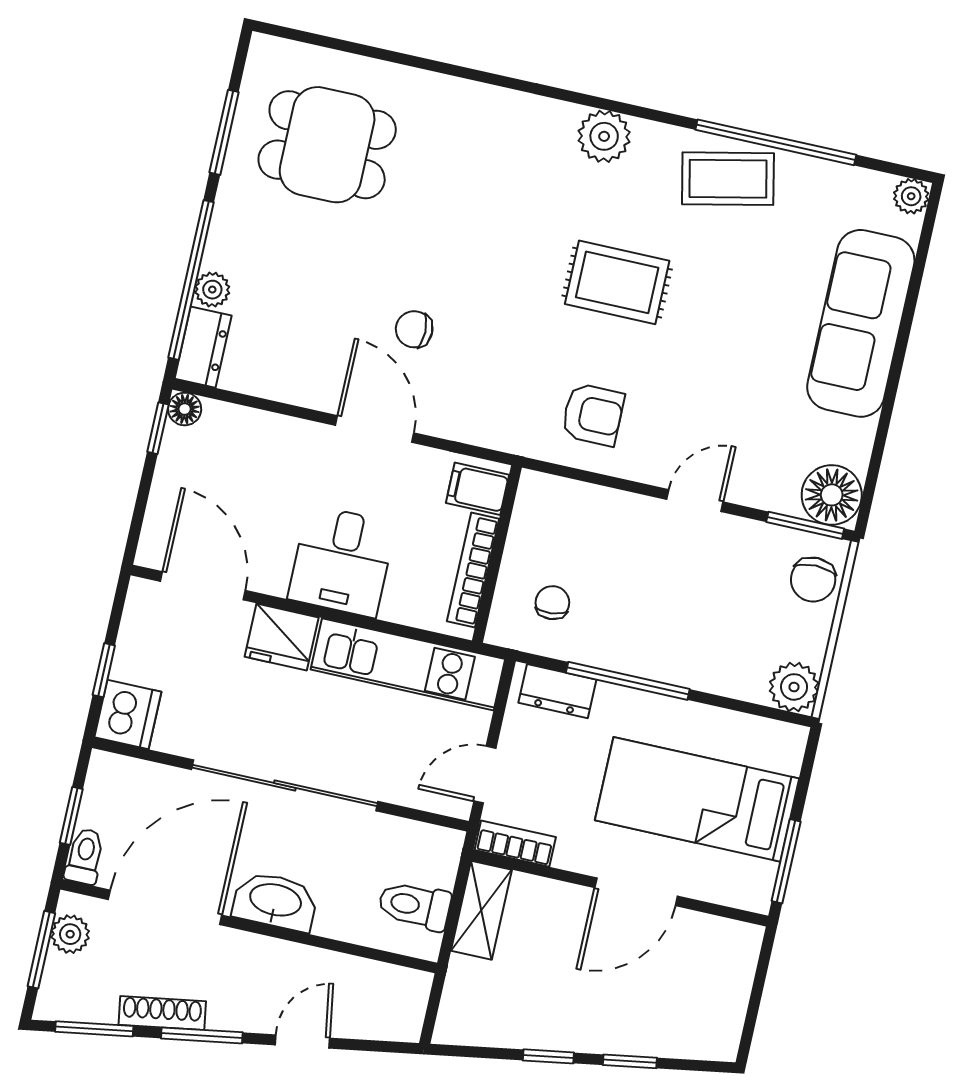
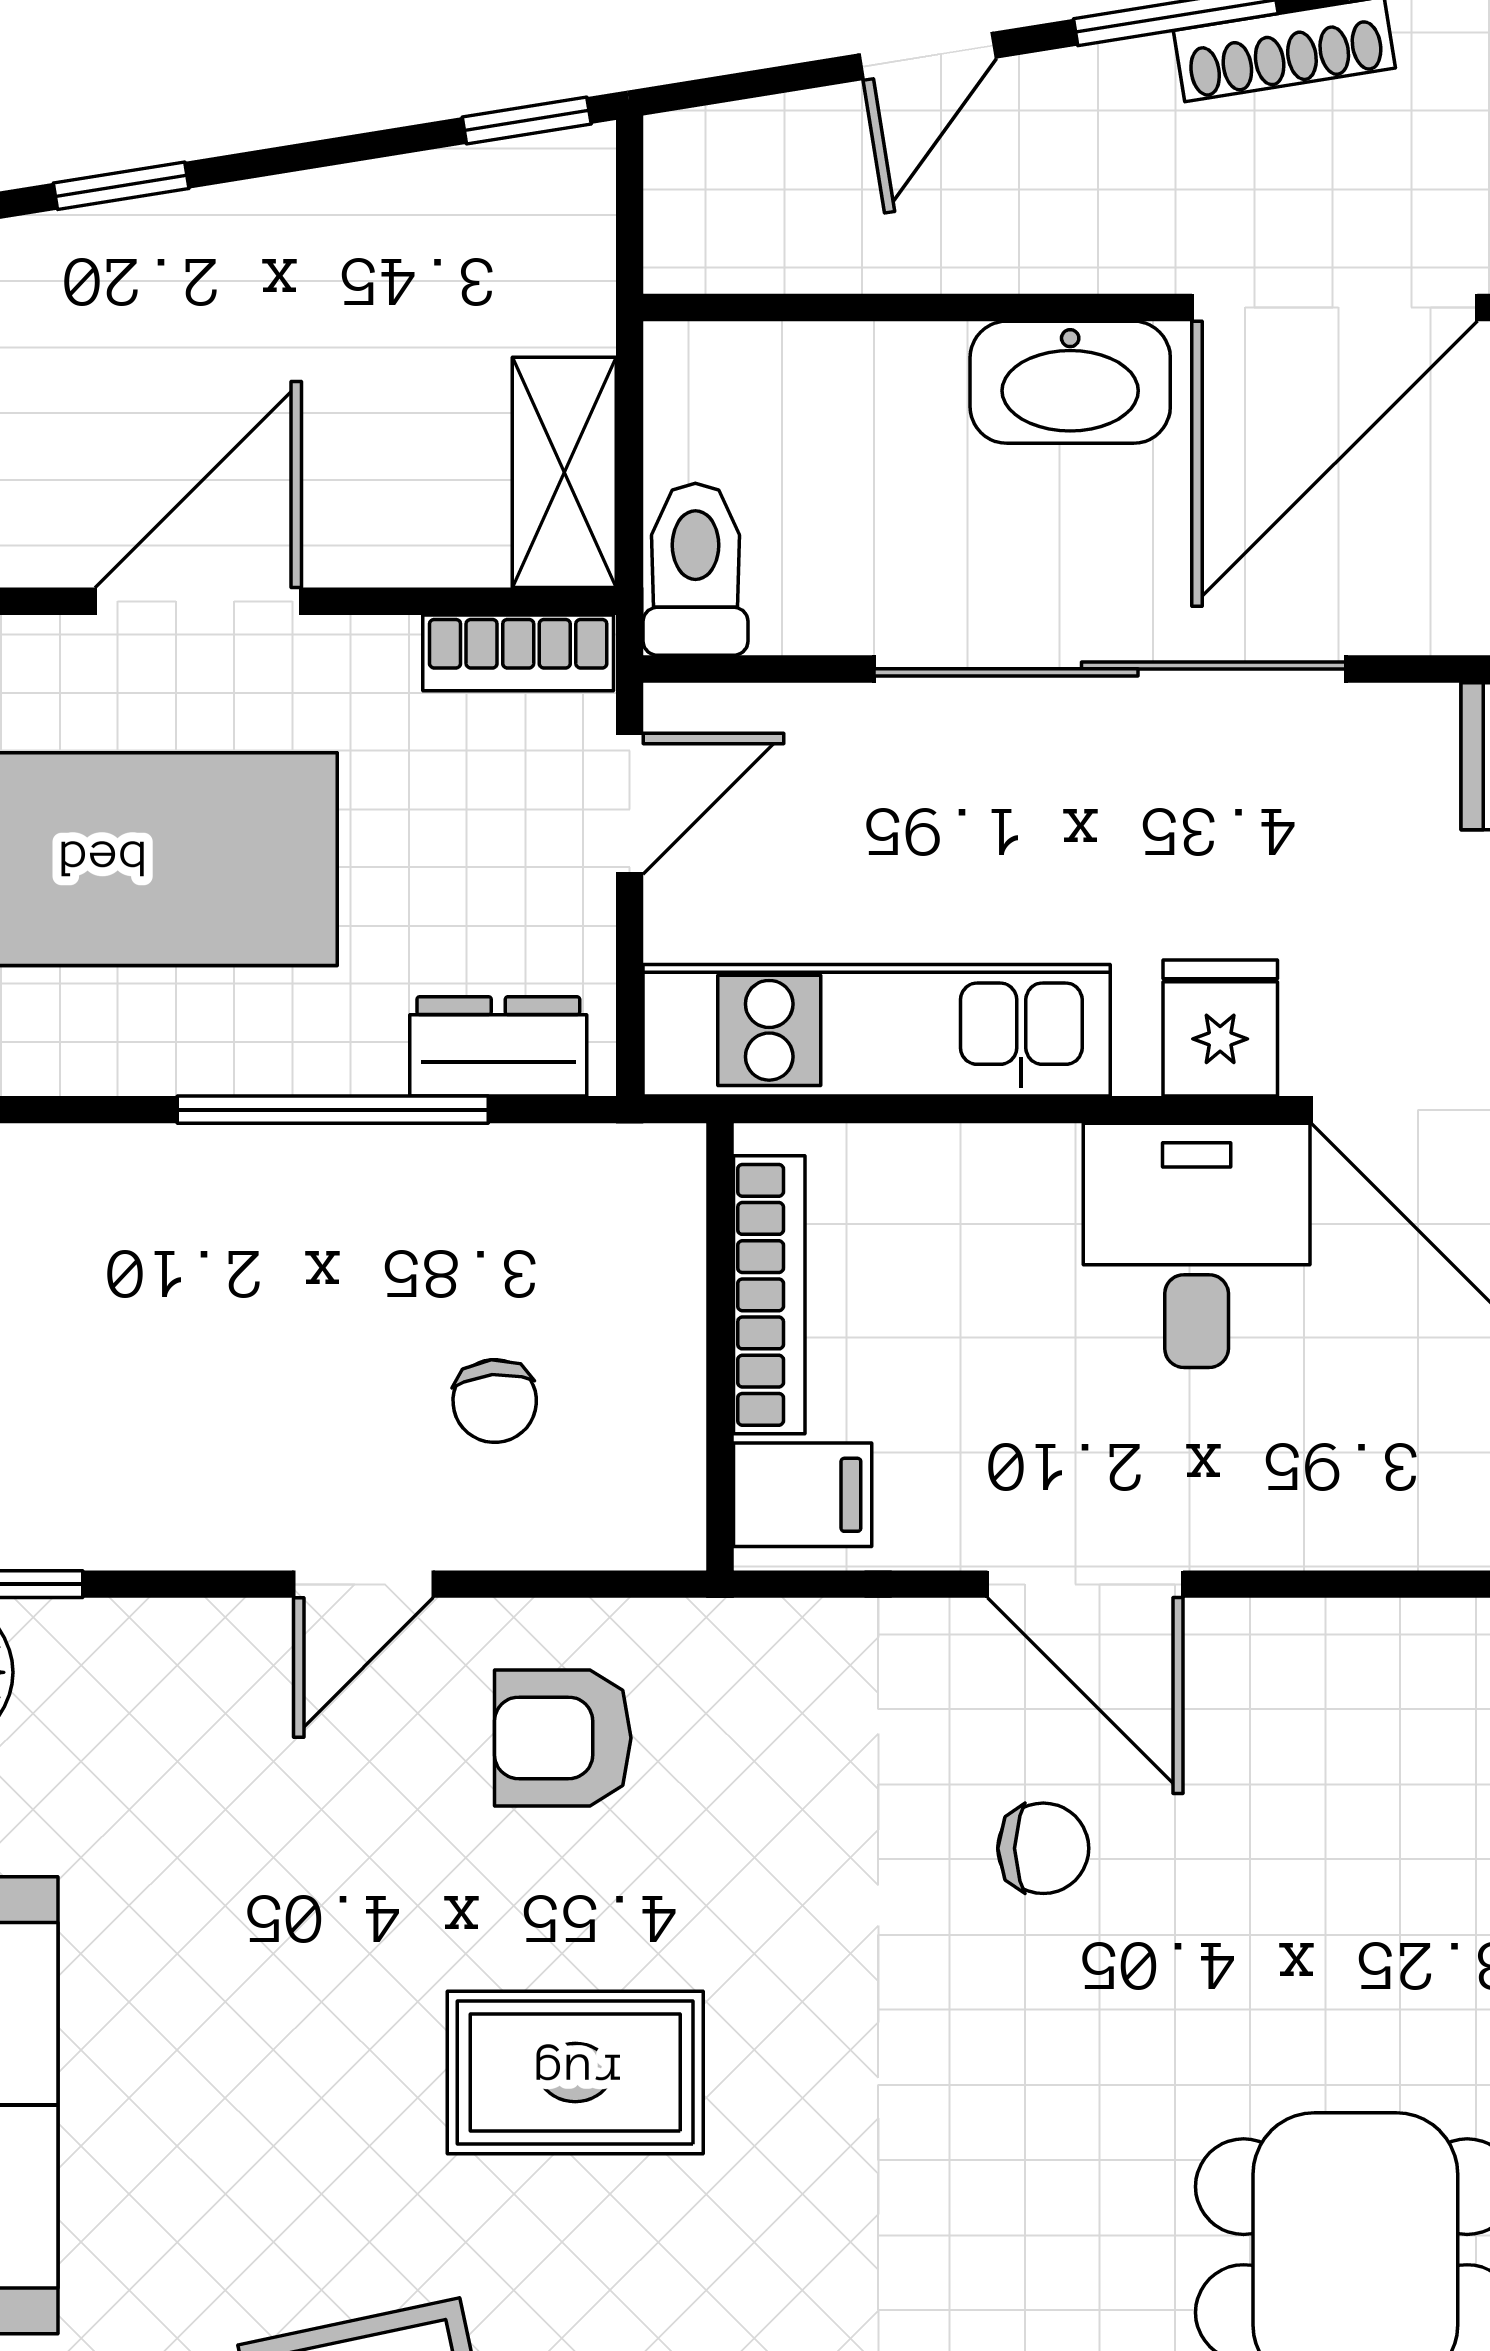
door: (695, 501) -> (363, 1584), moved
desk: (342, 561) -> (1197, 1245), moved
chair: (552, 603) -> (495, 1401), moved
fridge: (282, 637) -> (1220, 1028), width x0.72
toilet: (415, 906) -> (695, 569), moved, turned -90
window: (548, 1056) -> (527, 120), moved

